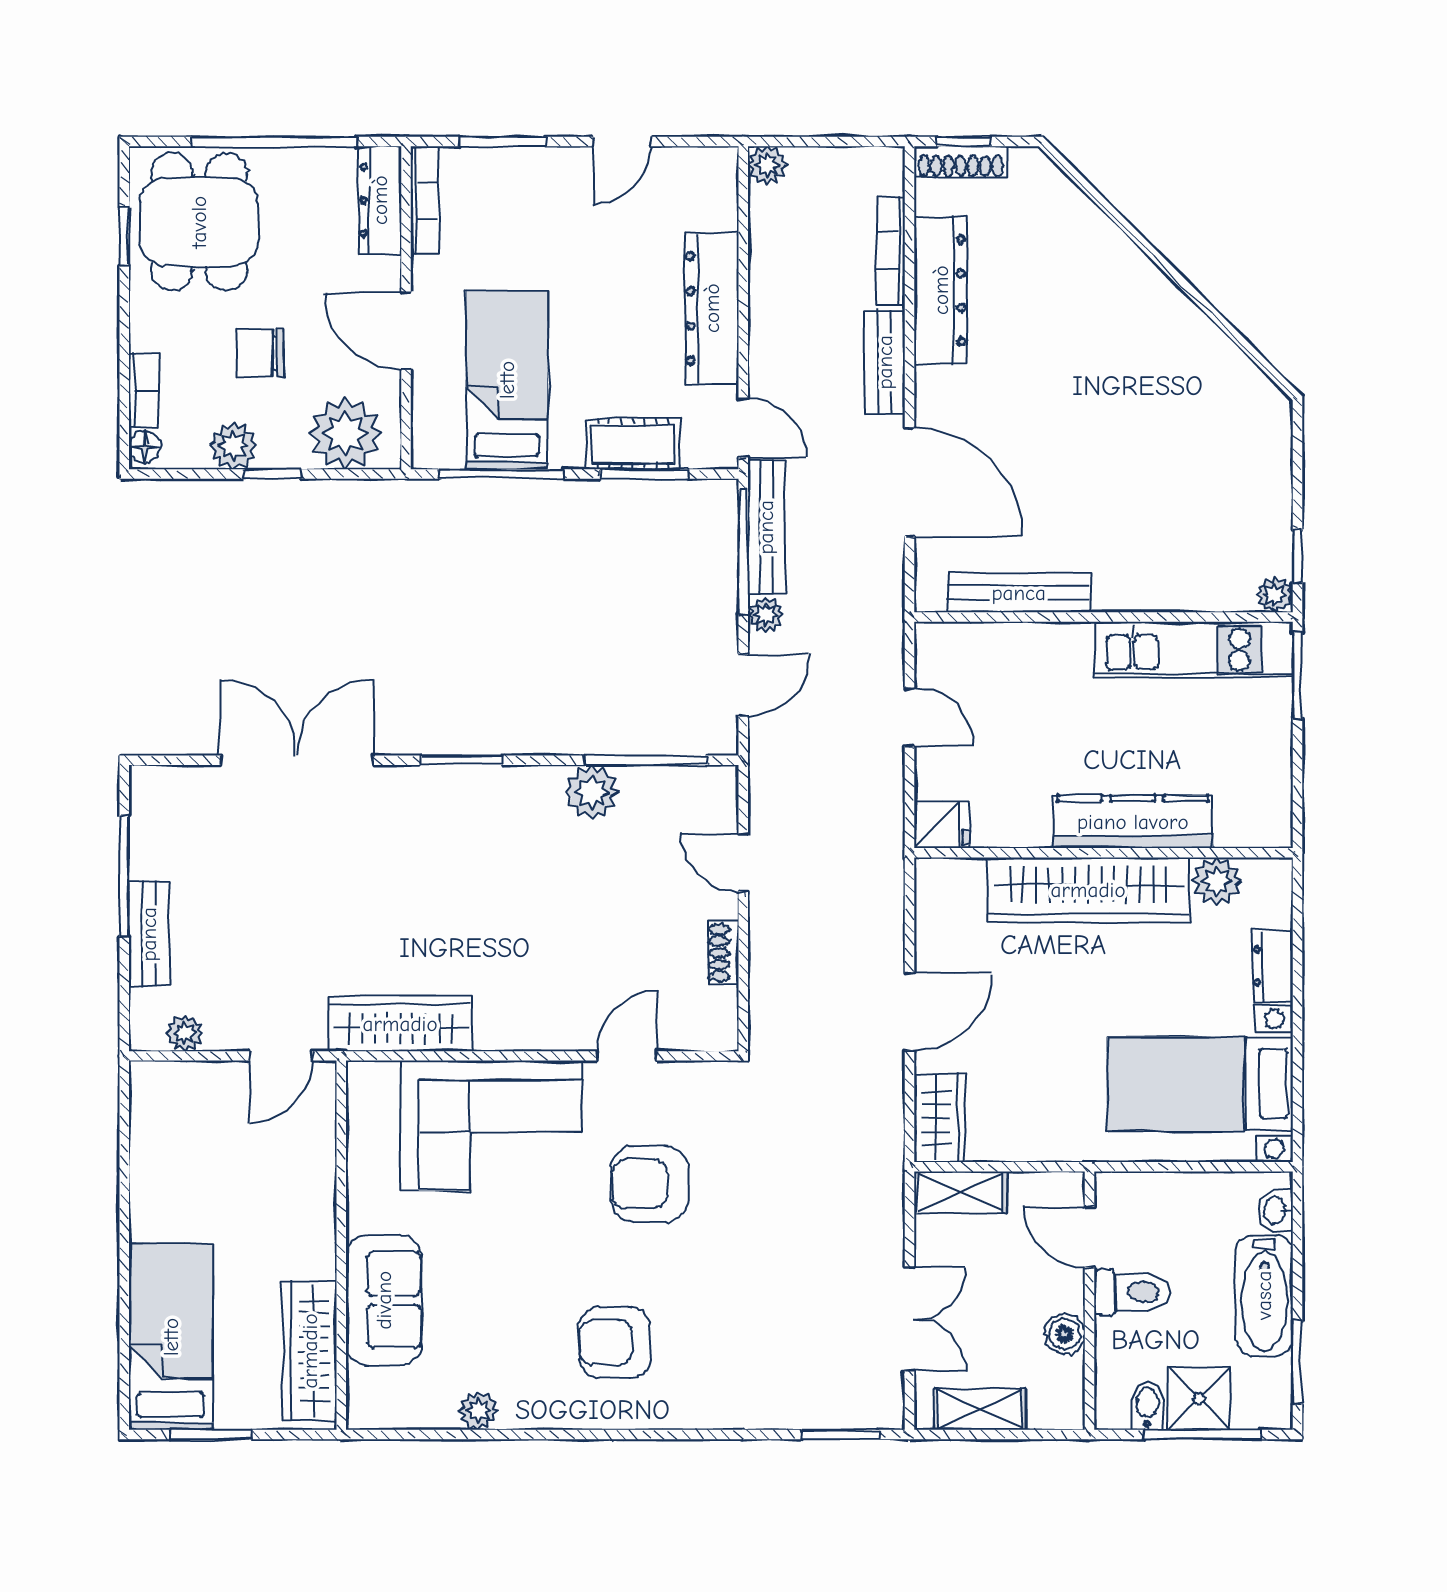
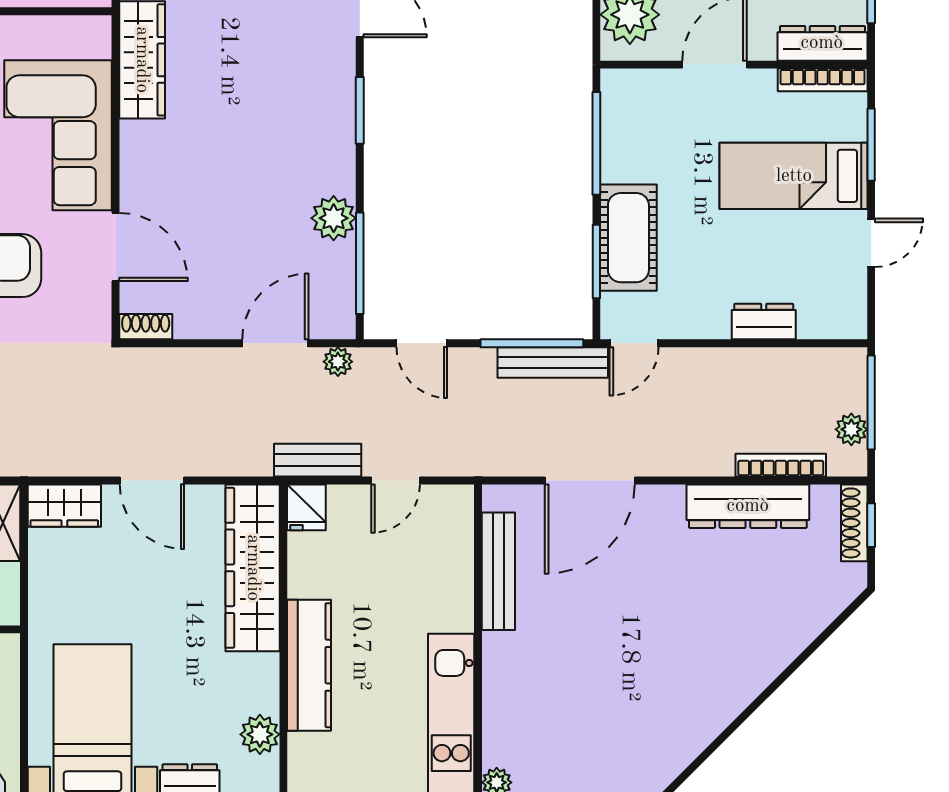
door: (622, 141) -> (871, 243), swing flipped
window: (815, 141) -> (871, 402), added
plant: (767, 165) -> (851, 429), moved
dresser: (712, 308) -> (764, 321), width x0.51, depth x0.80
bench: (885, 362) -> (318, 460), moved
bed: (507, 380) -> (794, 176), moved, turned 180
cot: (633, 444) -> (628, 238), width x1.37, depth x1.34
plant: (765, 615) -> (338, 362), moved
door: (743, 862) -> (275, 343), width x1.38
wardrobe: (1088, 890) -> (253, 568), moved
shoe rack: (723, 953) -> (146, 327), moved
door: (627, 1056) -> (116, 247), width x1.38

